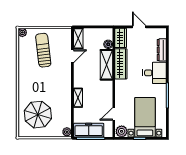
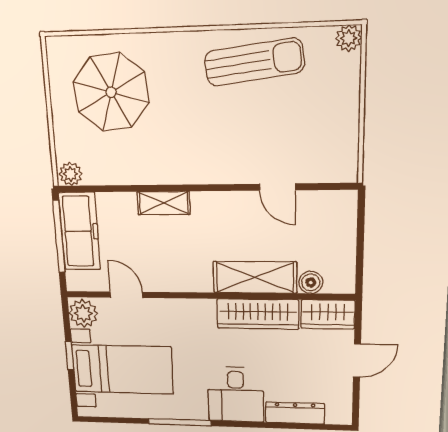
shelving: (78, 38) -> (328, 203), removed
sun lounger: (43, 50) -> (254, 62), moved

